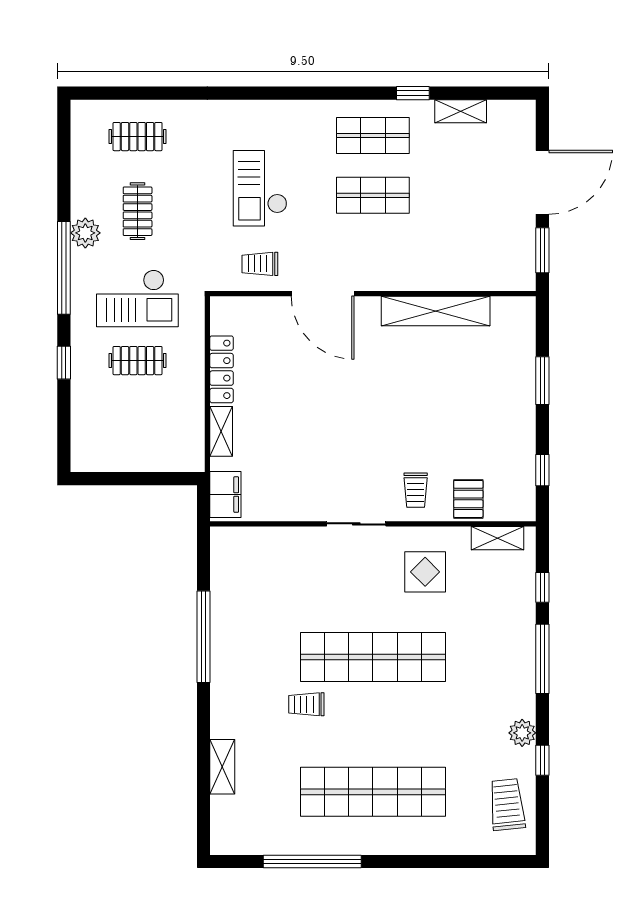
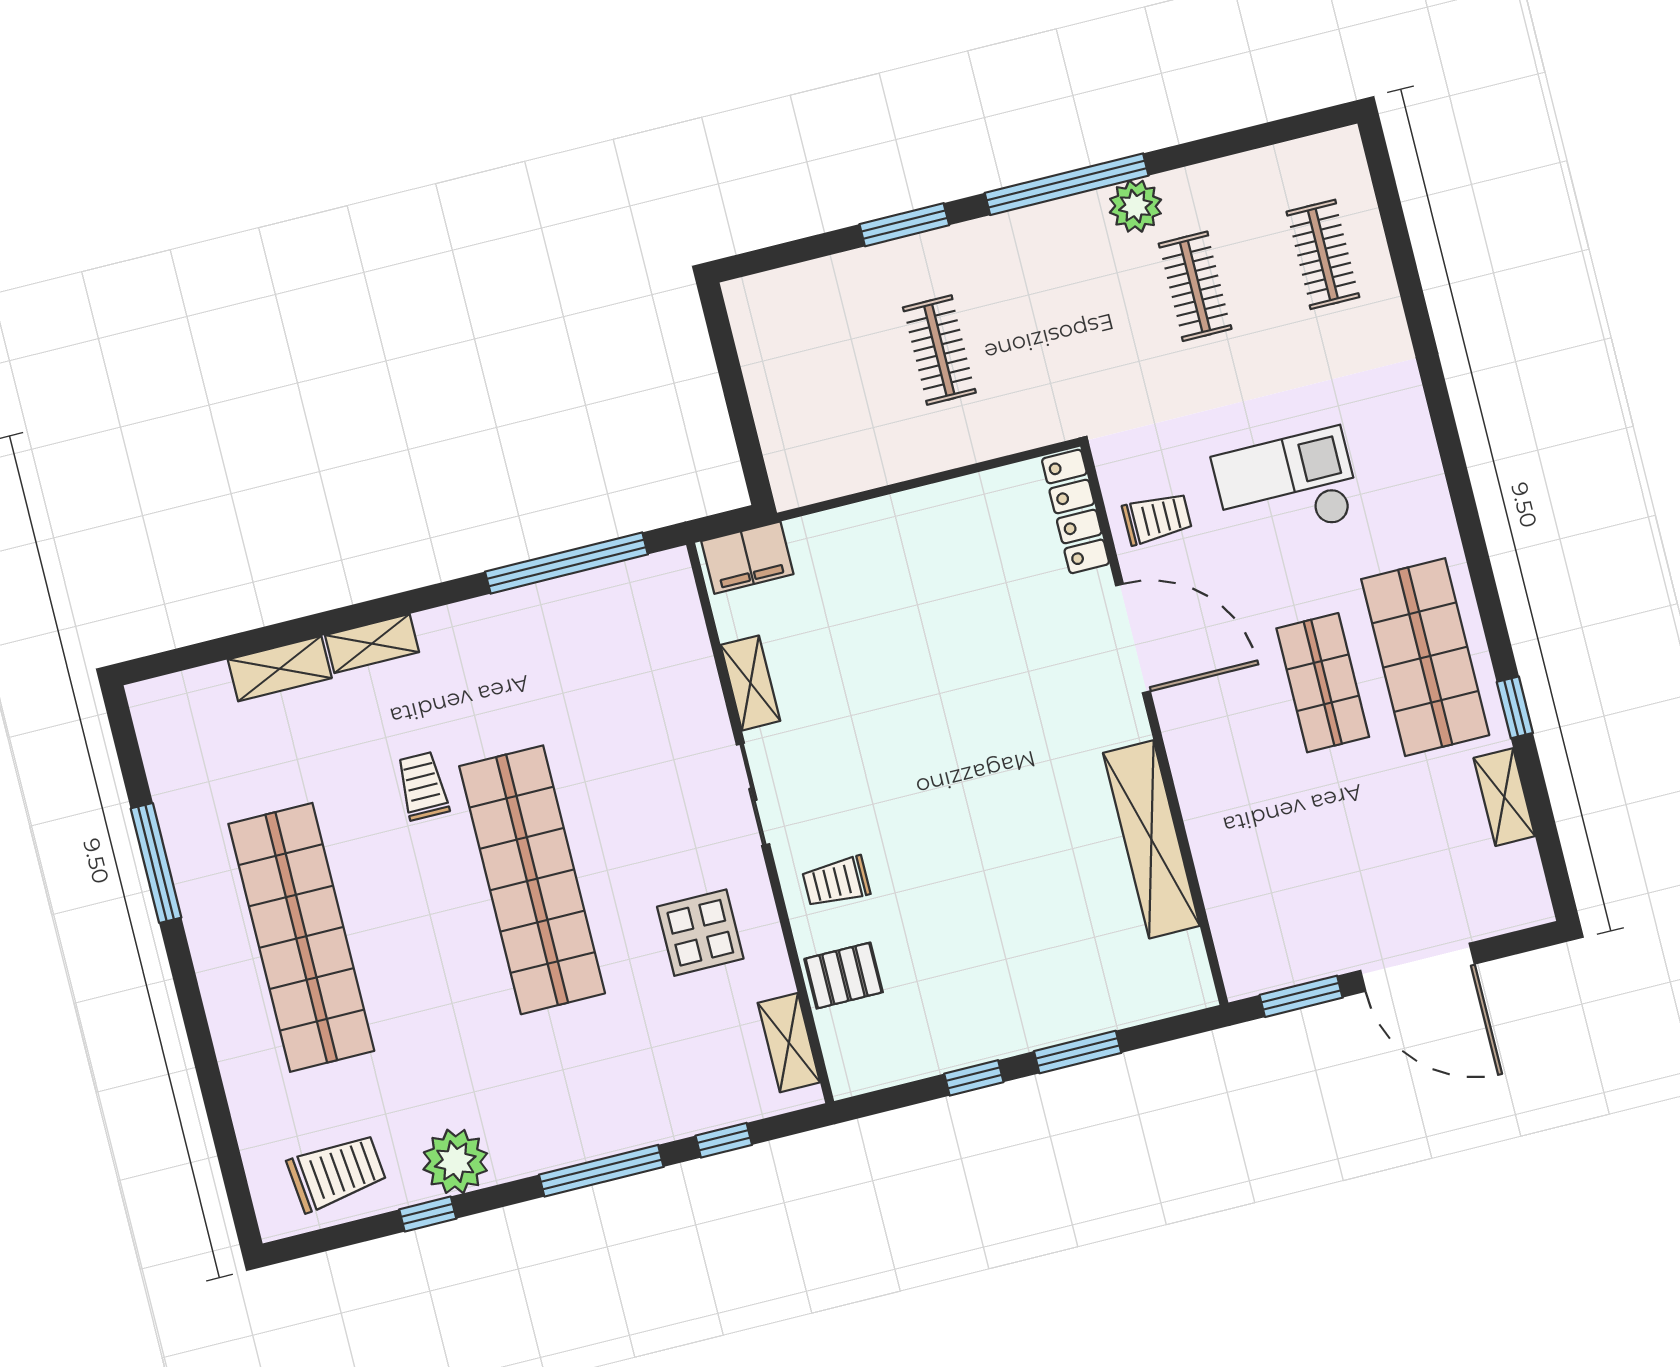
shop shelf: (373, 136) -> (1425, 657), width x1.43, depth x1.36
clothes rail: (138, 211) -> (1195, 286), turned 90
trolley: (260, 264) -> (1157, 518), turned 90
door: (323, 294) -> (1133, 638), swing flipped
checkout: (137, 298) -> (1046, 323), removed
window: (64, 363) -> (904, 225), width x1.50
locker: (222, 369) -> (1075, 511), moved, turned 90
shelving: (221, 431) -> (750, 683), moved, turned 90
window: (542, 470) -> (974, 1078), moved
window: (203, 637) -> (566, 563), moved
shelving: (221, 713) -> (372, 644), added
plant: (522, 733) -> (455, 1161), width x1.36, depth x1.36
window: (312, 861) -> (156, 863), width x0.68

